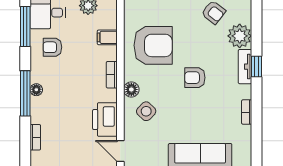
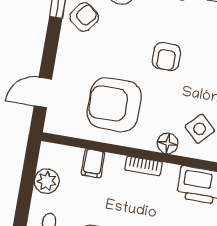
armchair: (153, 45) -> (114, 105), turned -90

